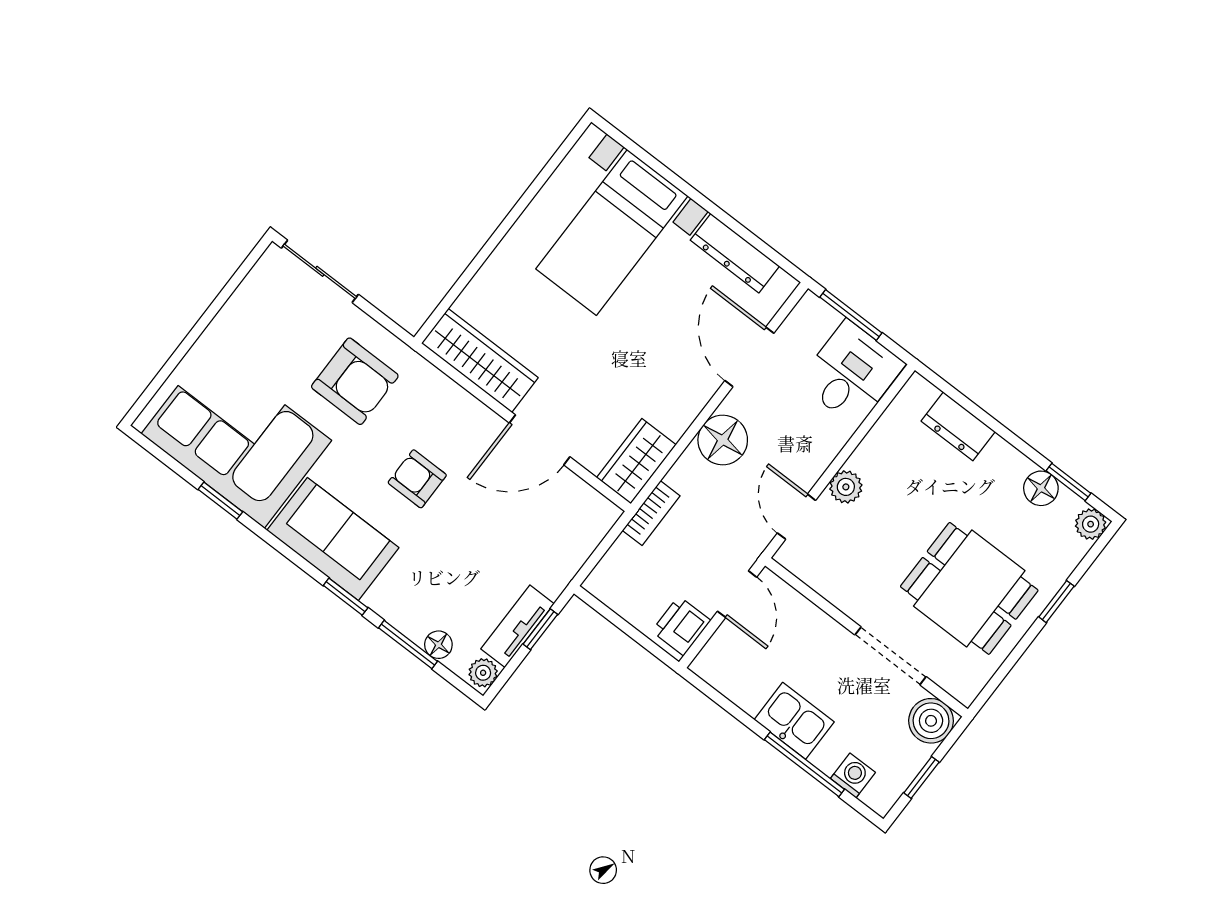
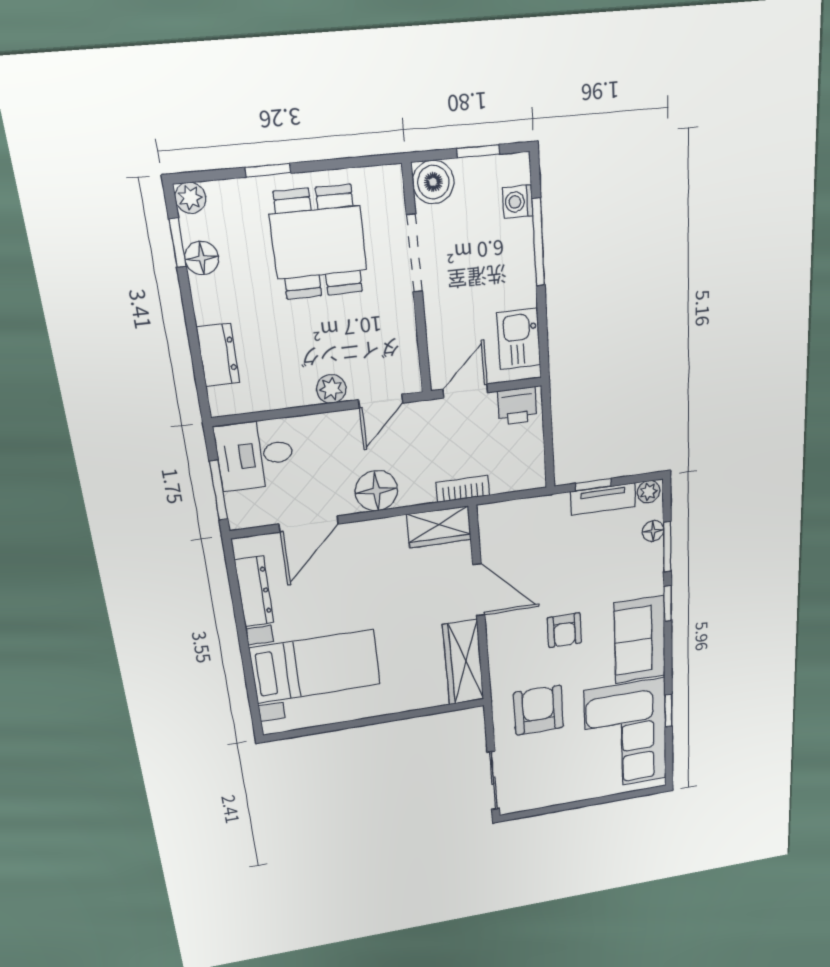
kitchen sink: (794, 721) -> (519, 339), moved

